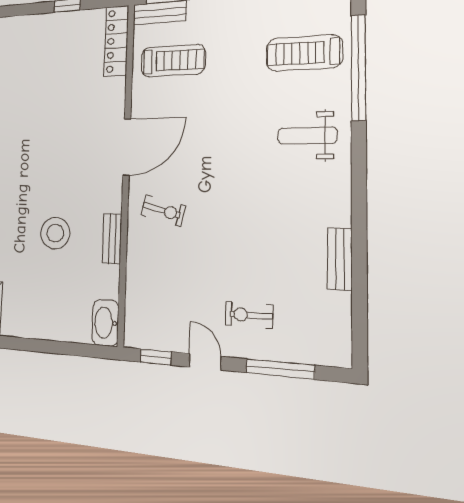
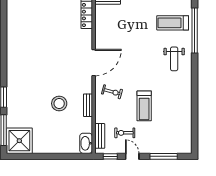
treadmill: (173, 61) -> (144, 106), moved, turned 90
weight bench: (307, 136) -> (174, 59), turned -90
bench: (340, 259) -> (100, 136), moved
exercise bike: (249, 315) -> (125, 133), moved

